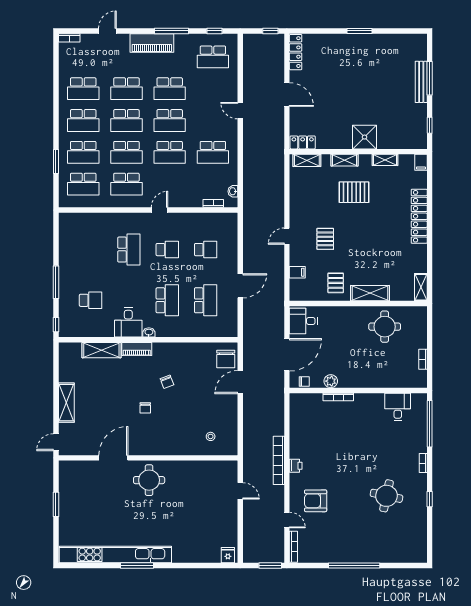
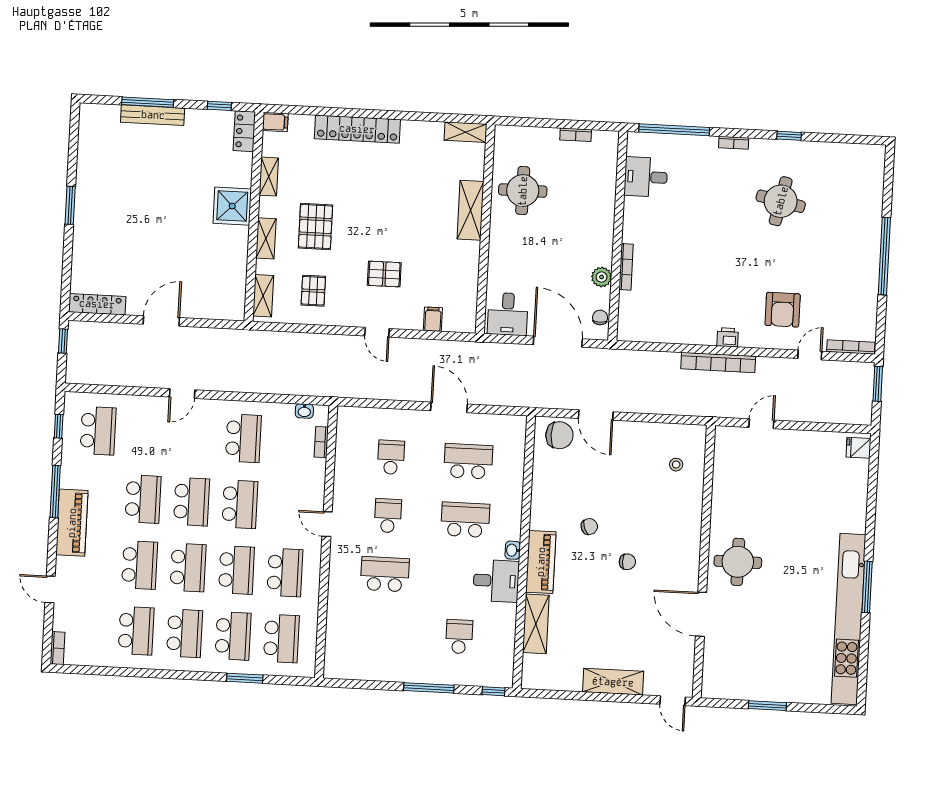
locker: (303, 142) -> (244, 131), moved
pallet: (336, 283) -> (313, 291), moved, turned 90
piano: (137, 349) -> (541, 562), width x1.37, depth x1.33

